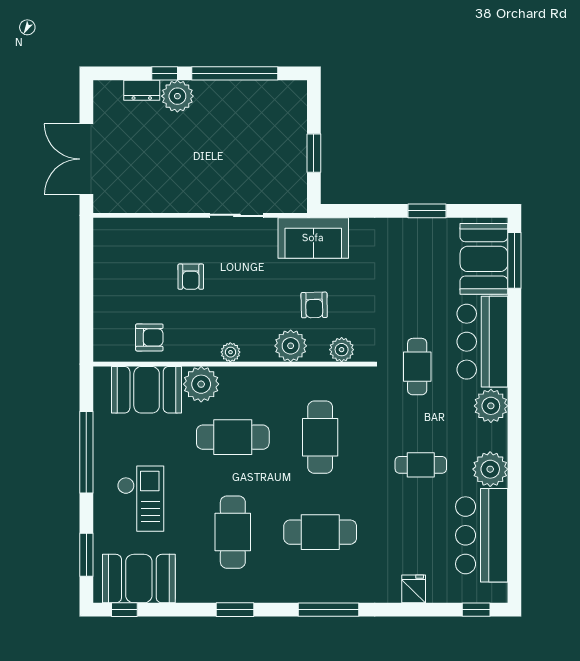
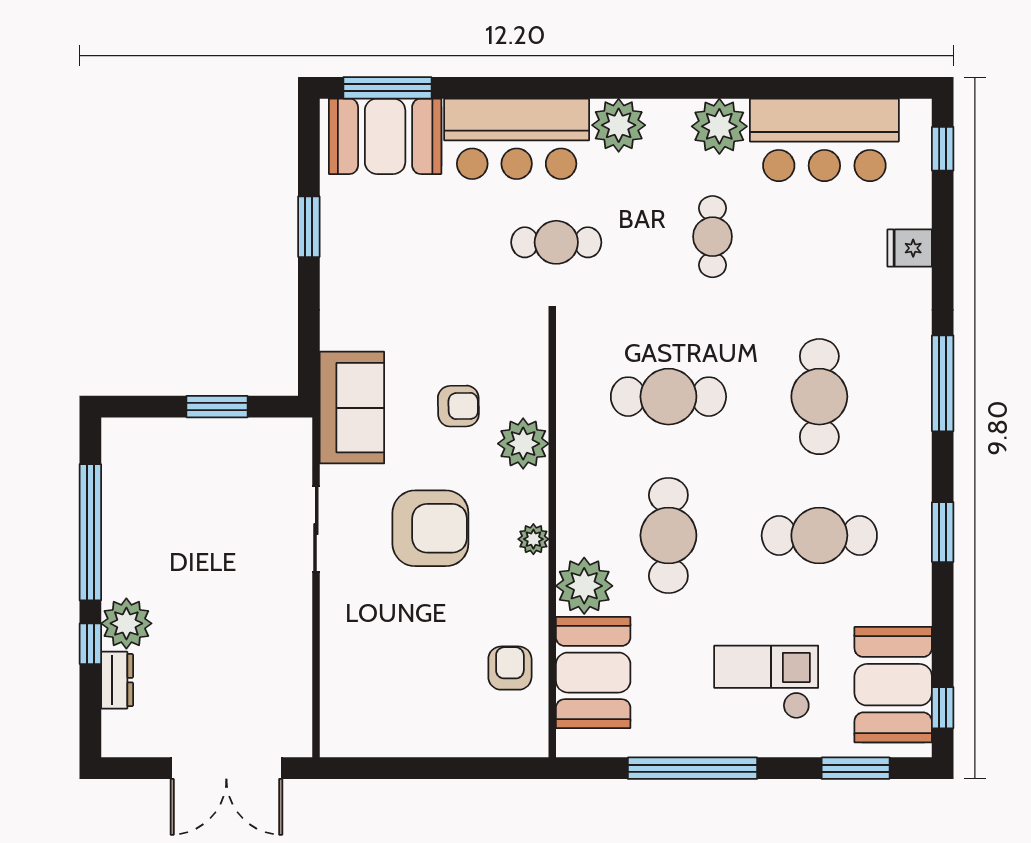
armchair: (191, 277) -> (430, 528), moved, width x1.88, depth x1.88
plant: (342, 350) -> (529, 363), removed

